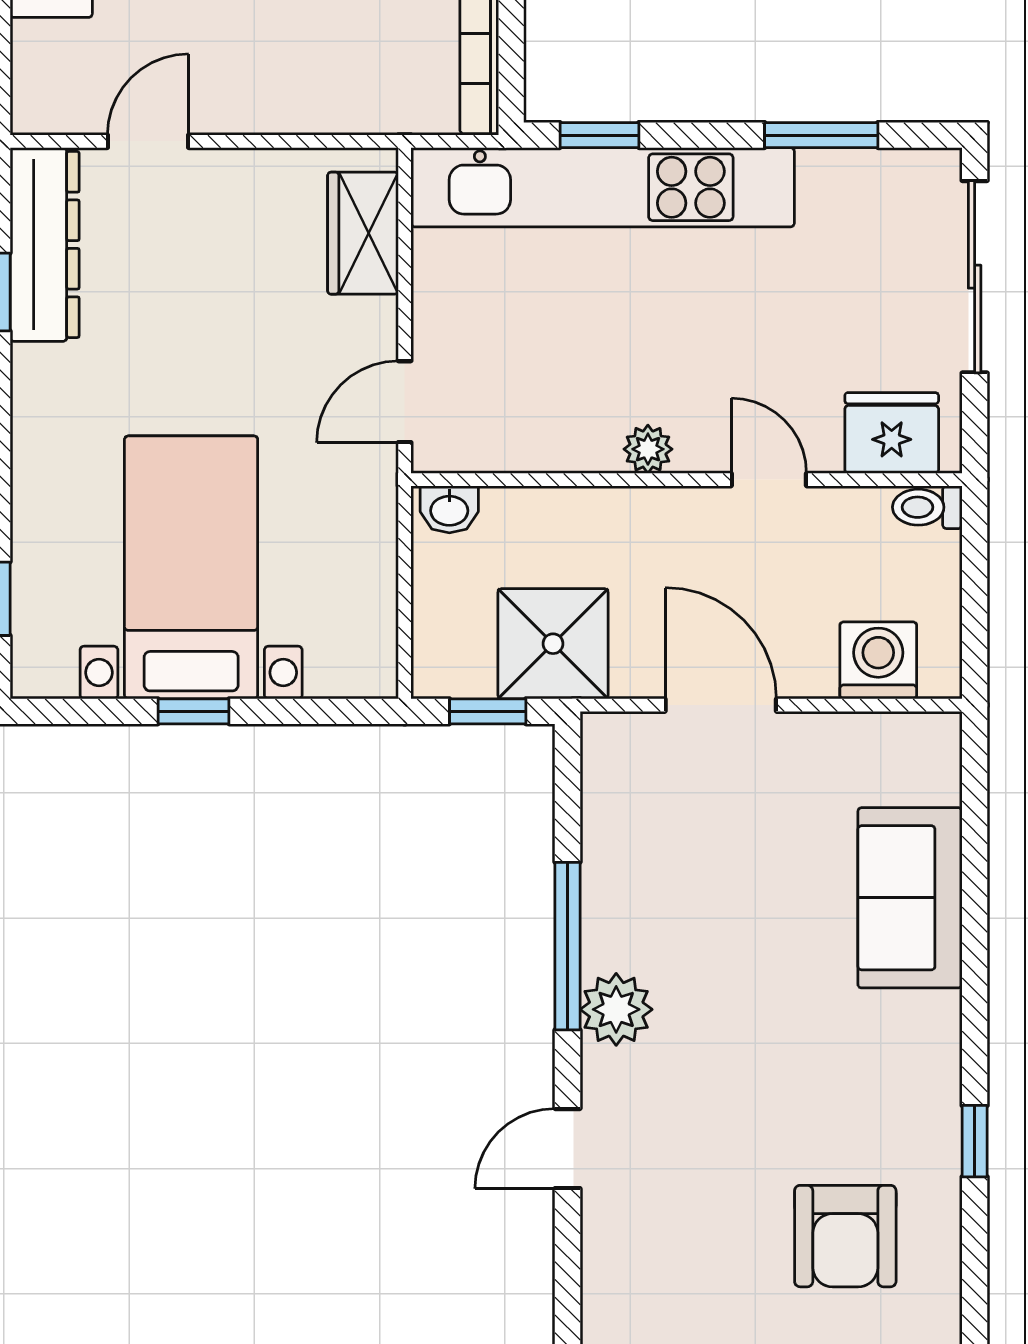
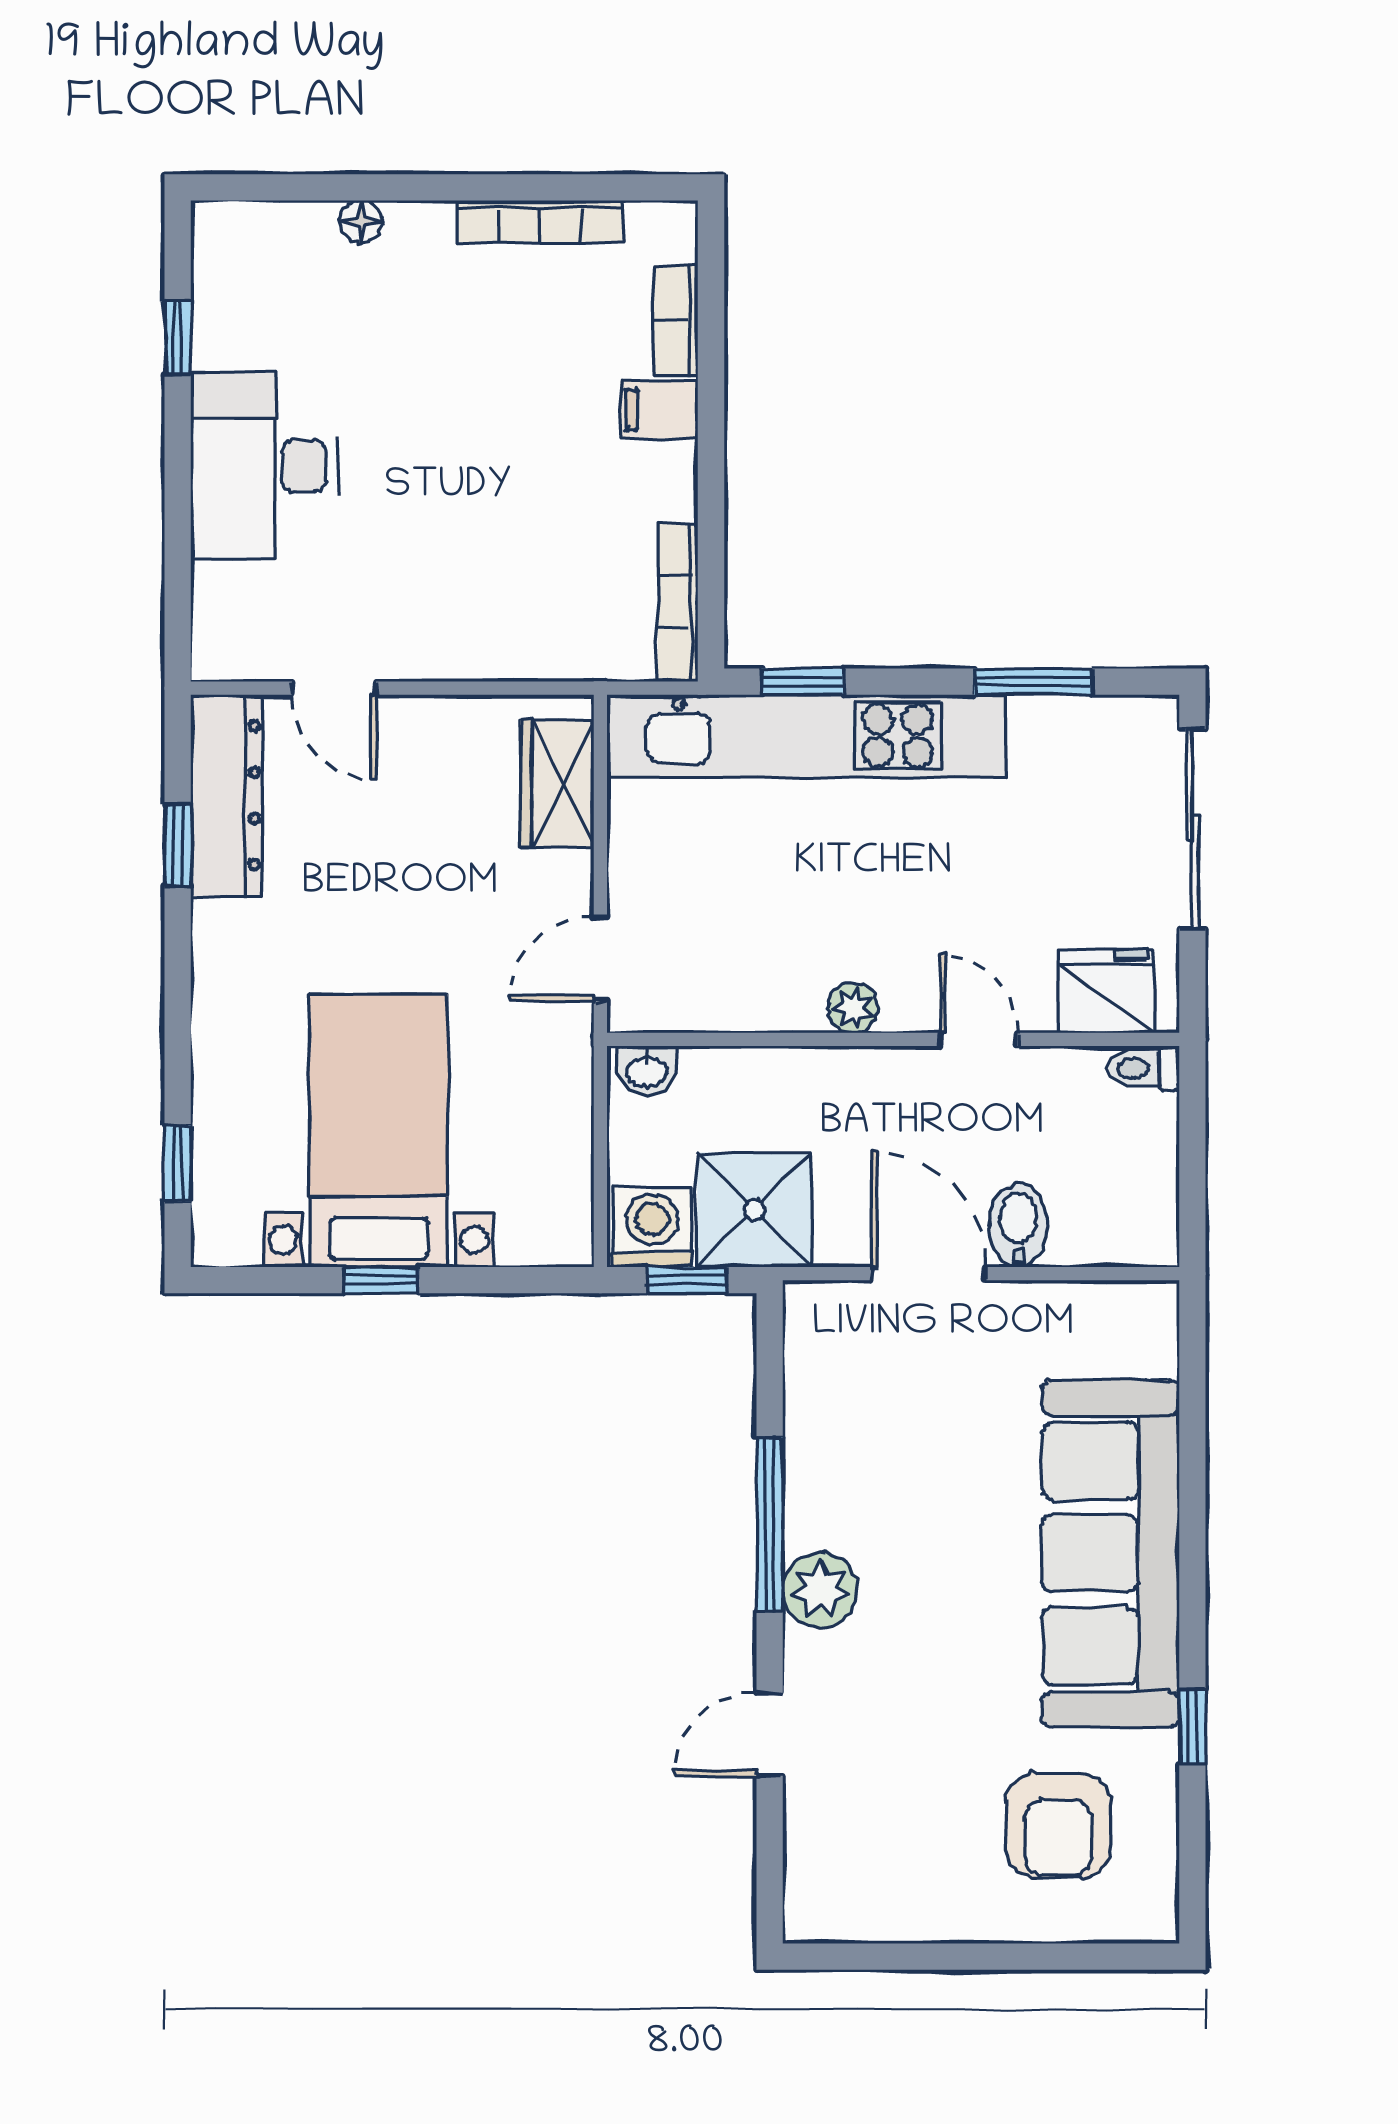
door: (148, 141) -> (334, 688), swing flipped
bidet: (807, 658) -> (1018, 1225), added
washing machine: (878, 660) -> (652, 1227), moved
sofa: (910, 898) -> (1111, 1553), width x1.85, depth x1.27

